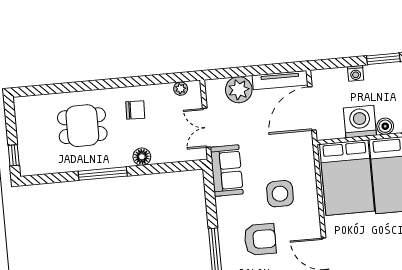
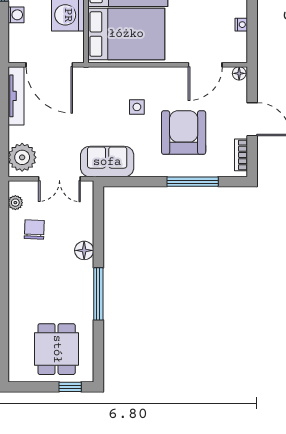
plant: (239, 90) -> (22, 157), moved
chair: (135, 110) -> (34, 229), moved
dining table: (82, 126) -> (57, 349), moved
side table: (280, 194) -> (137, 107), width x0.54, depth x0.54
armchair: (260, 239) -> (184, 133), width x1.36, depth x1.36

